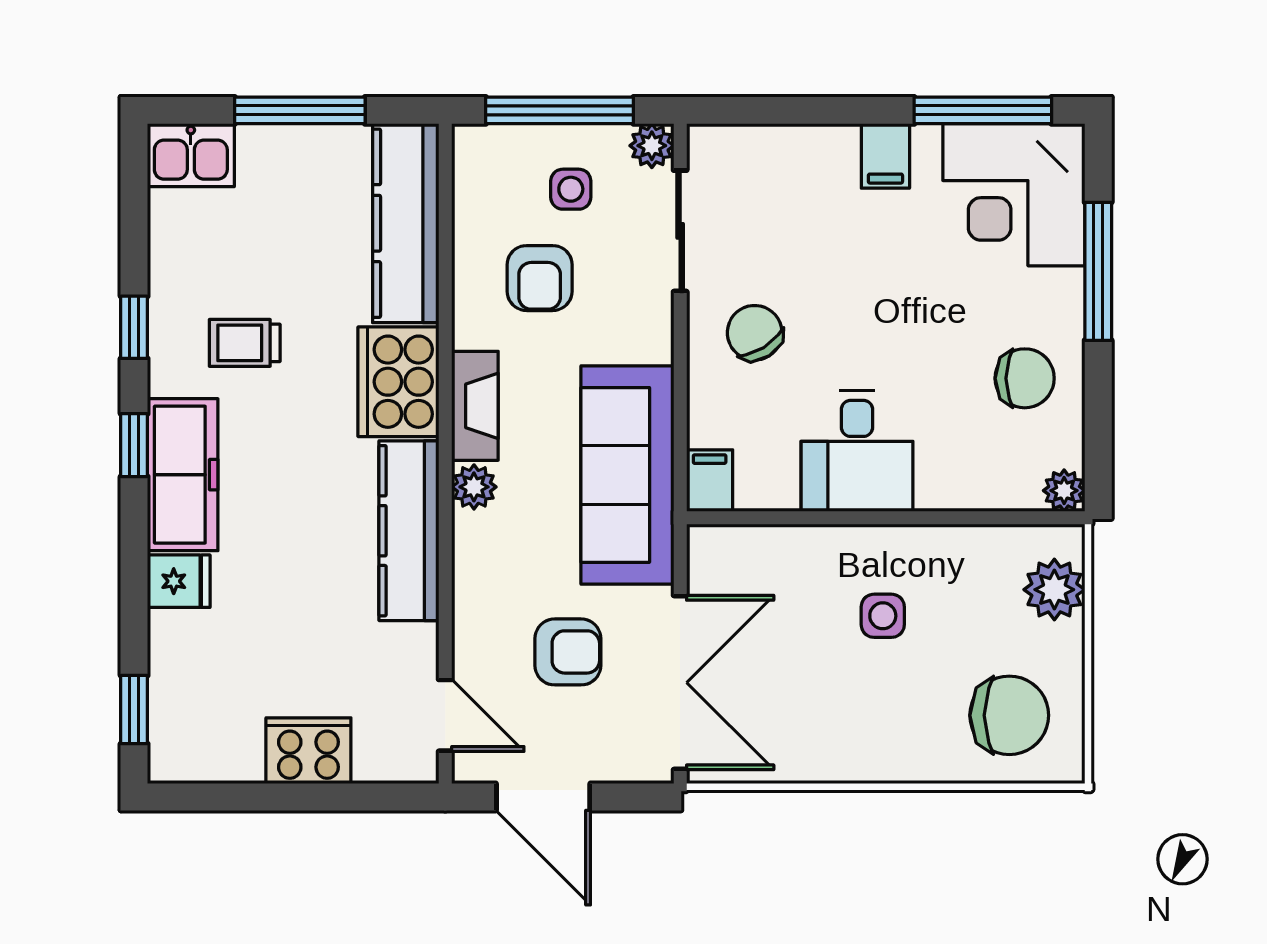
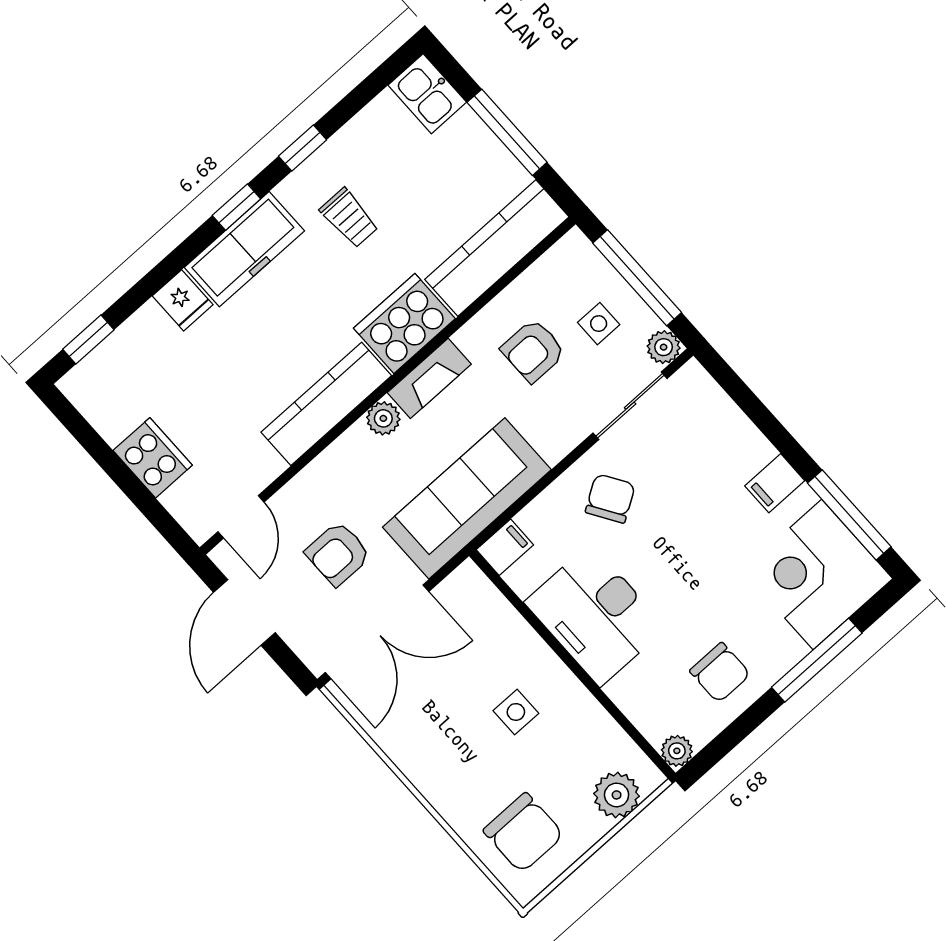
trolley: (245, 343) -> (349, 218), turned 180
desk: (857, 451) -> (595, 615), width x1.37
armchair: (568, 652) -> (338, 554), turned 90

